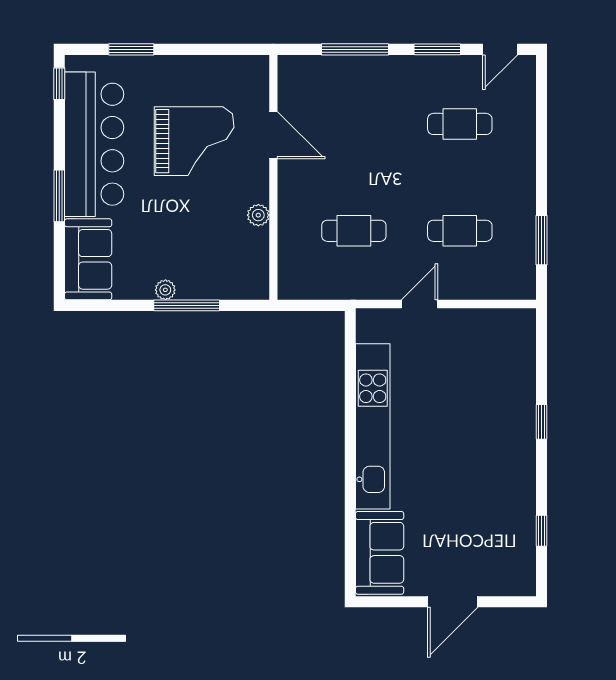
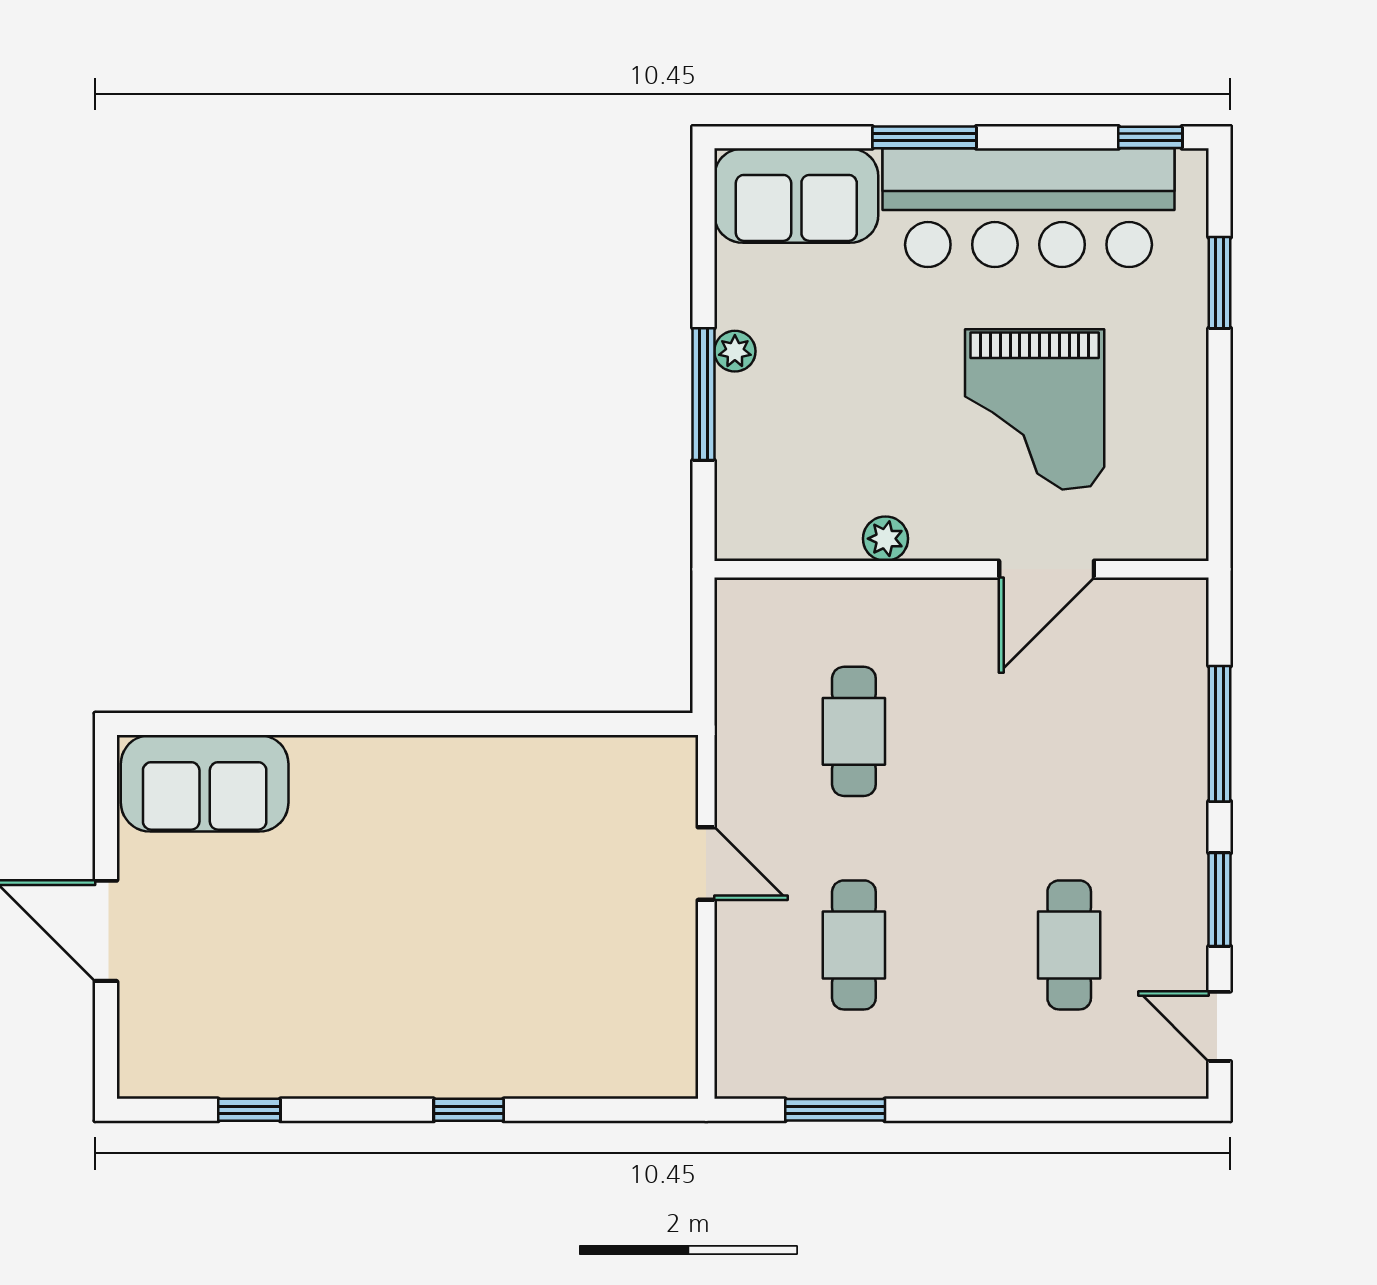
kitchen unit: (373, 426) -> (460, 769), removed

